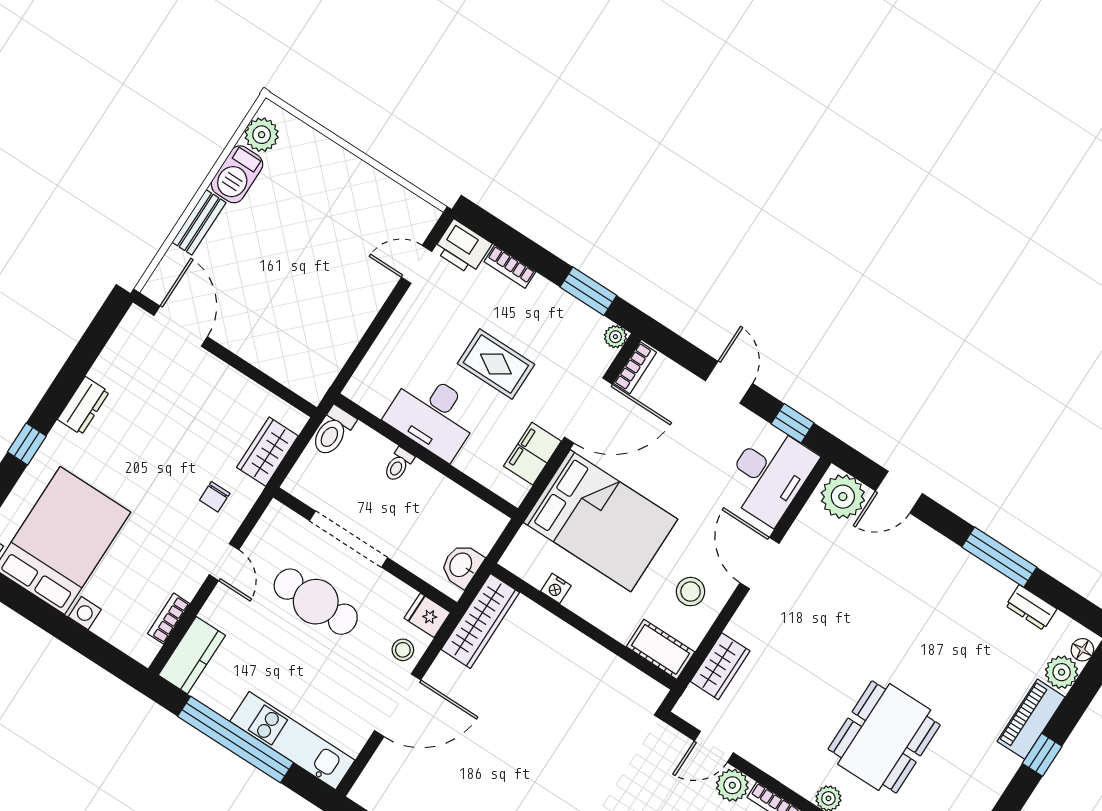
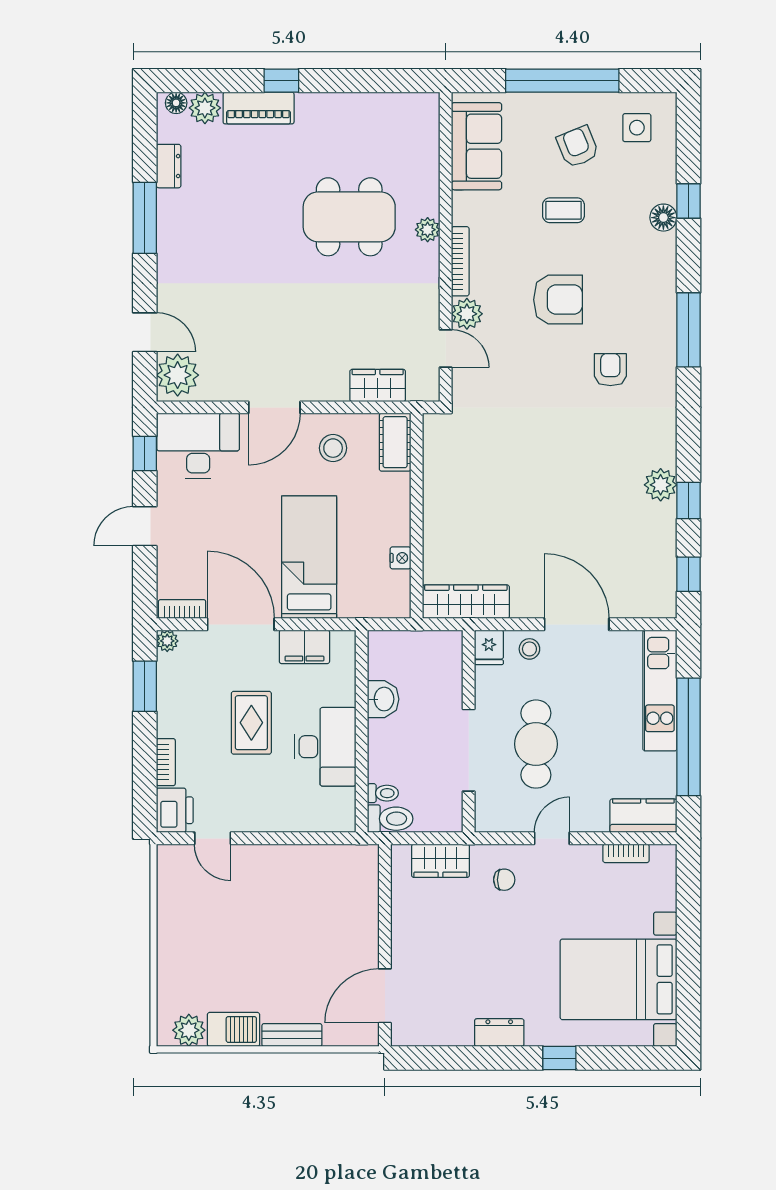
toilet: (398, 465) -> (383, 793), moved
bed: (601, 521) -> (309, 557), width x0.67
washbasin: (461, 565) -> (383, 699), moved, turned -90

